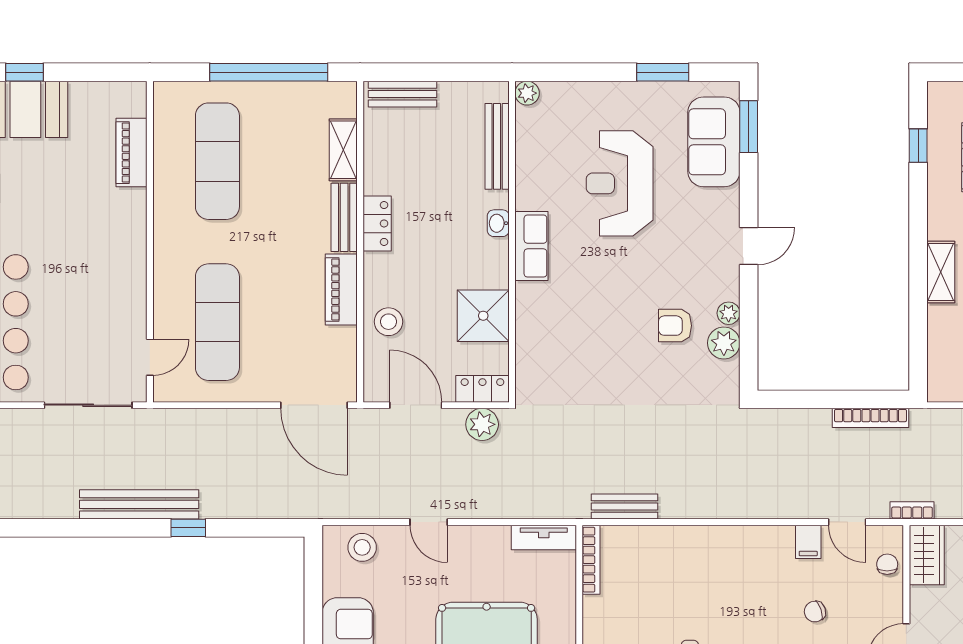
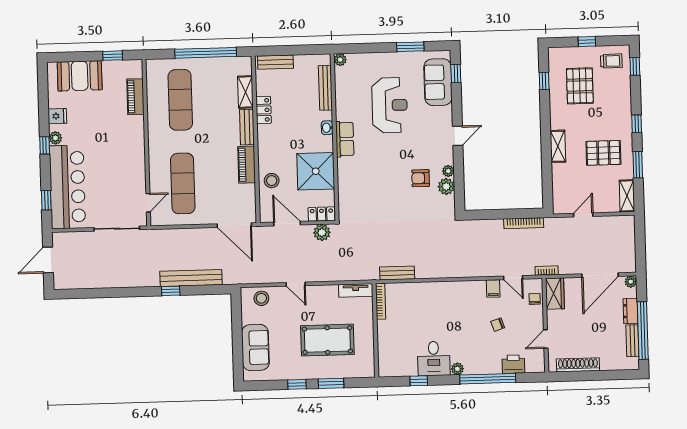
window: (24, 72) -> (113, 56), moved
window: (749, 127) -> (456, 74), width x0.67
reception desk: (620, 183) -> (390, 105), turned 180
locker: (377, 223) -> (264, 110), moved
shower: (483, 316) -> (316, 171), width x1.37, depth x1.37
bench: (139, 504) -> (191, 278), moved

